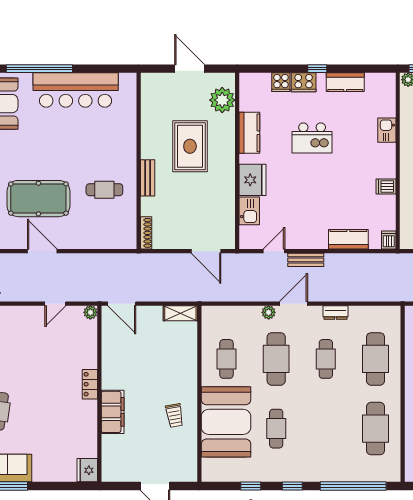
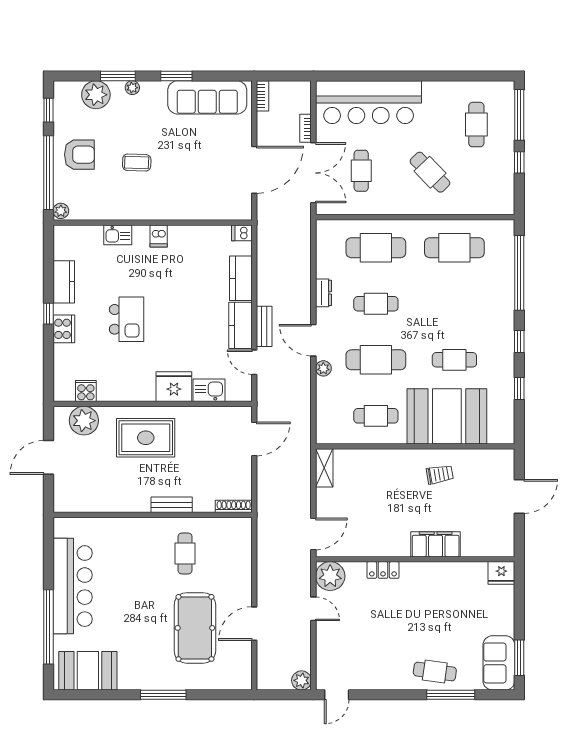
cooker: (281, 82) -> (86, 391), moved, turned -90
kitchen counter: (249, 133) -> (240, 325), moved, turned -90
rug: (190, 146) -> (146, 438), moved
dishwasher: (386, 186) -> (159, 236), moved
plant: (90, 312) -> (330, 576), width x1.88, depth x1.88
locker: (90, 384) -> (383, 570), moved

